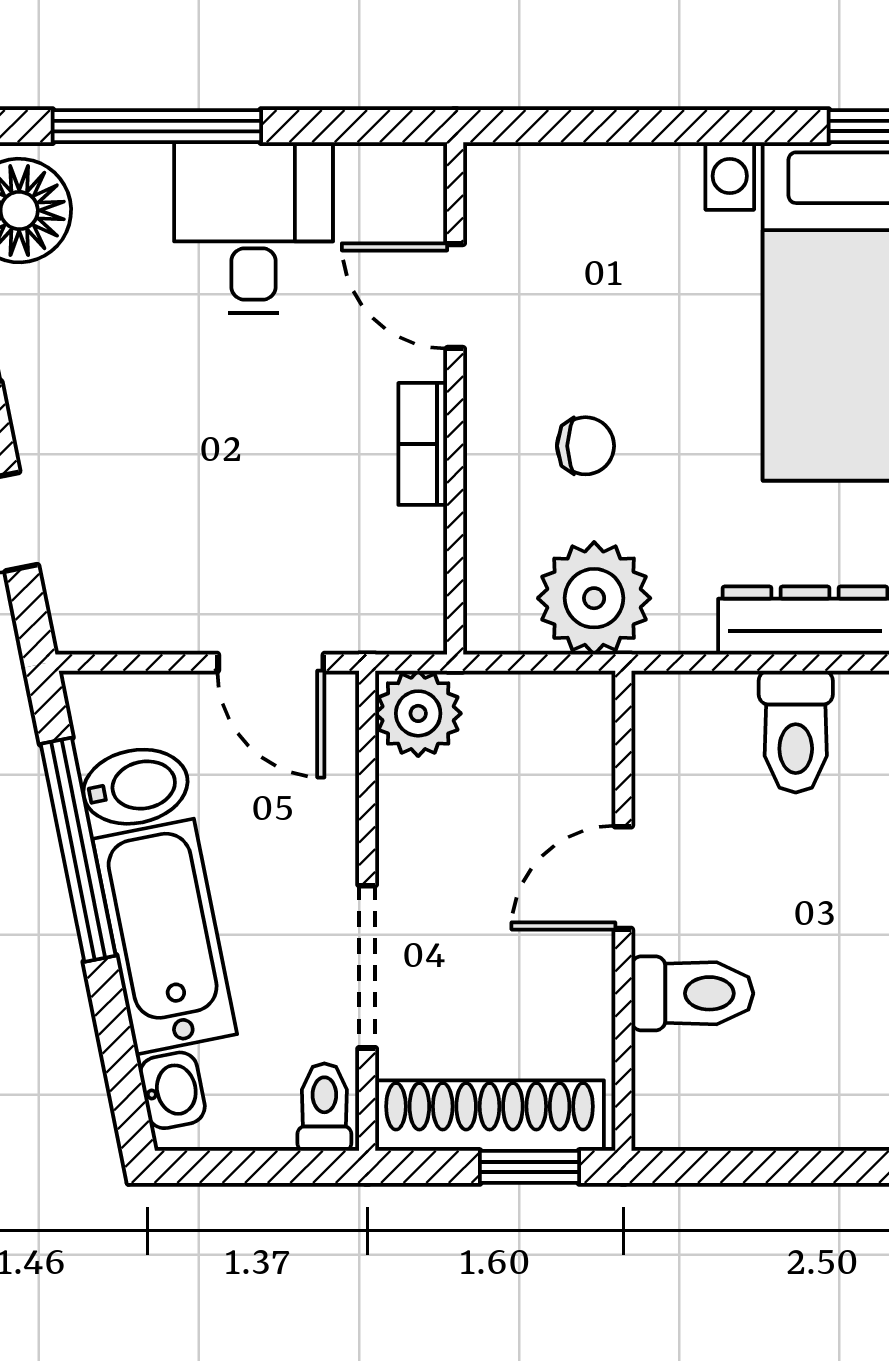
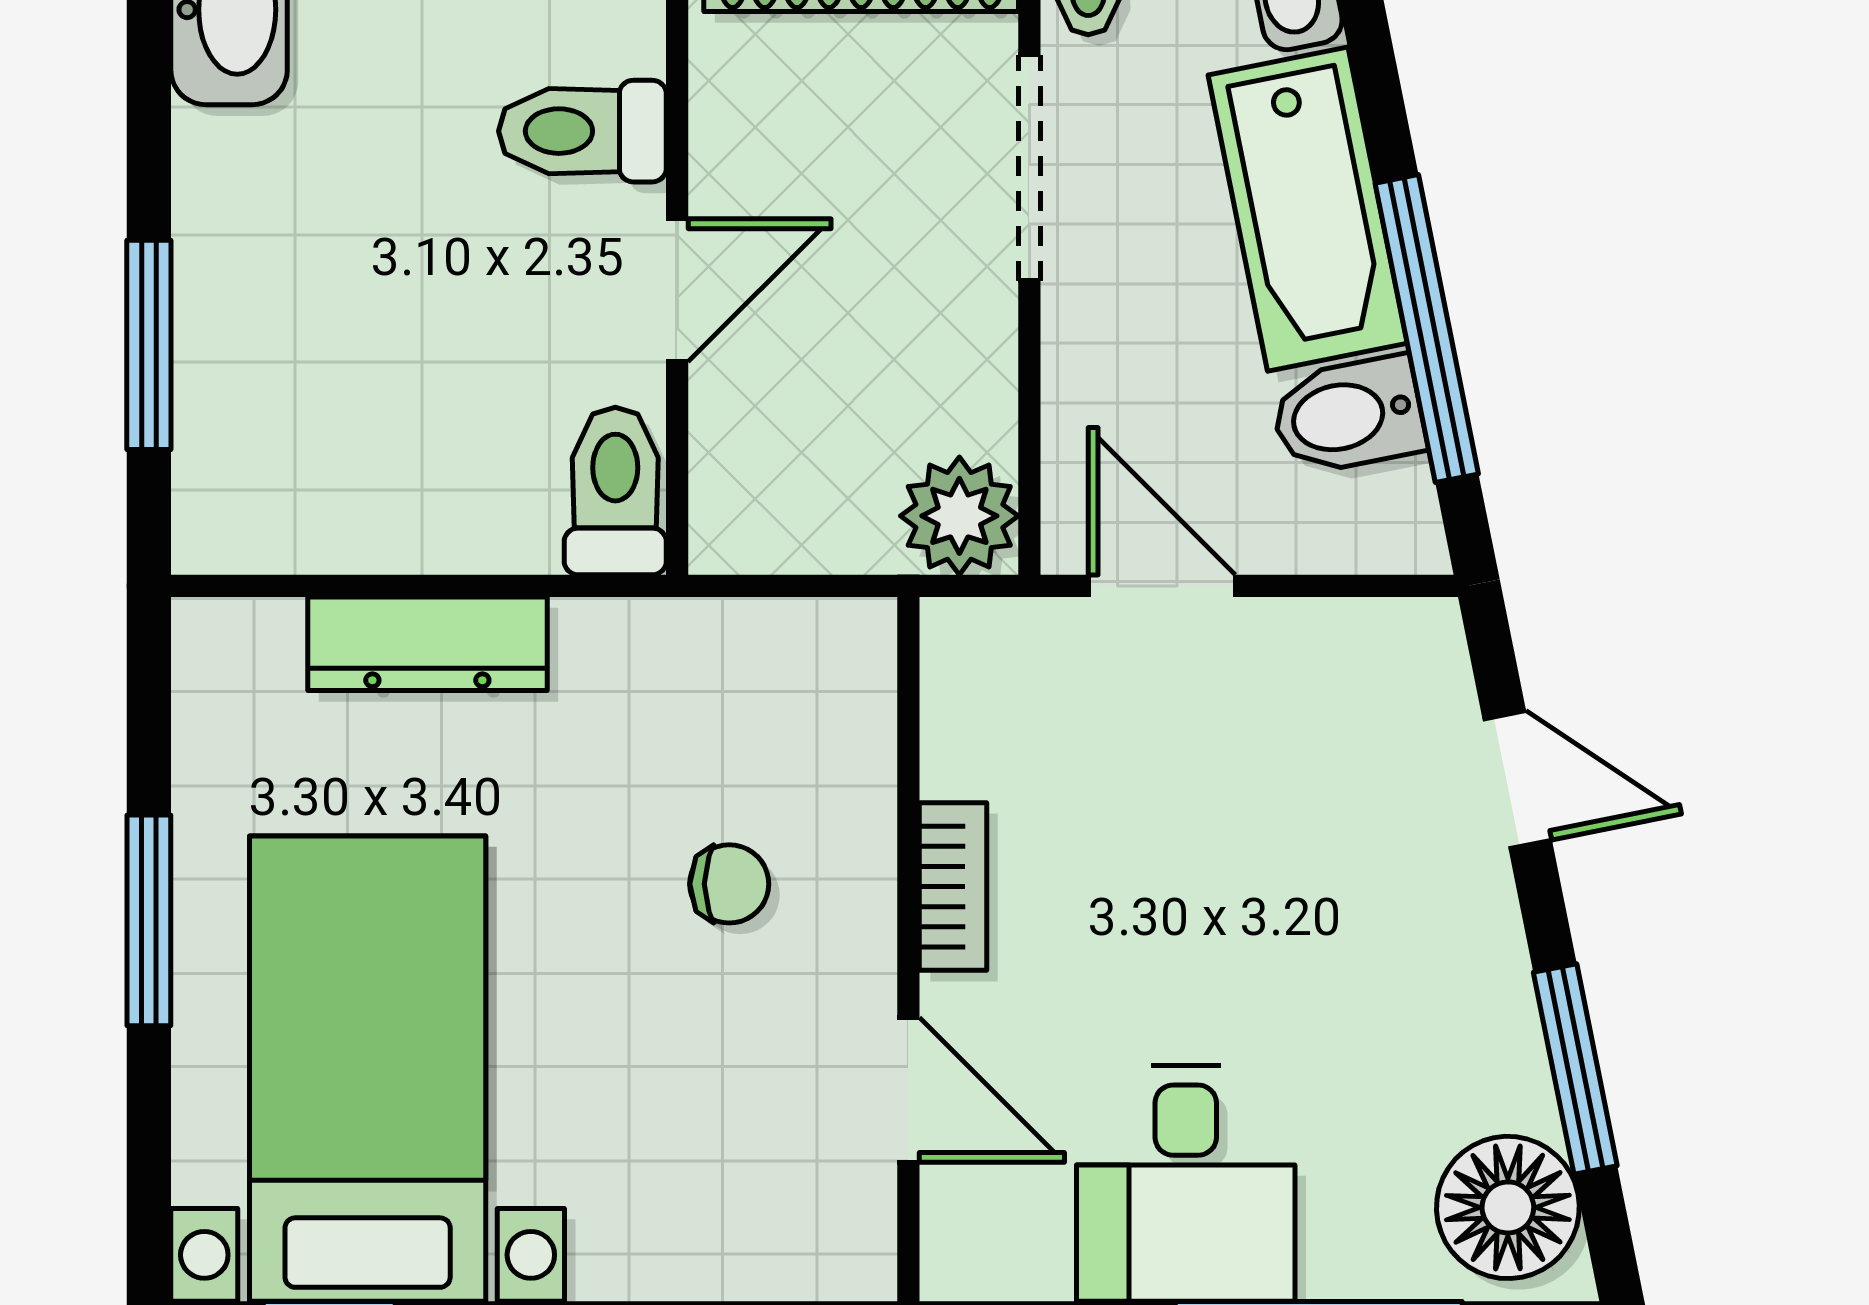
chair: (585, 446) -> (729, 884), turned 180
plant: (594, 598) -> (717, 674), removed
toilet: (796, 732) -> (615, 491), moved

